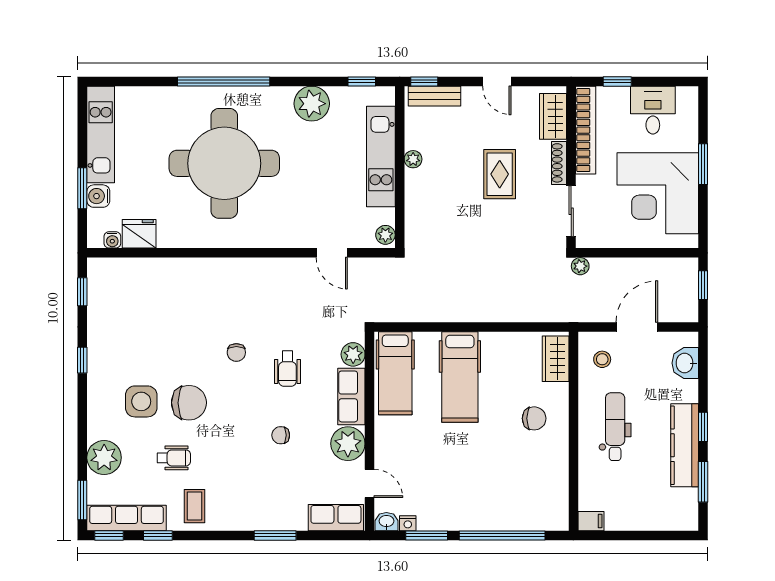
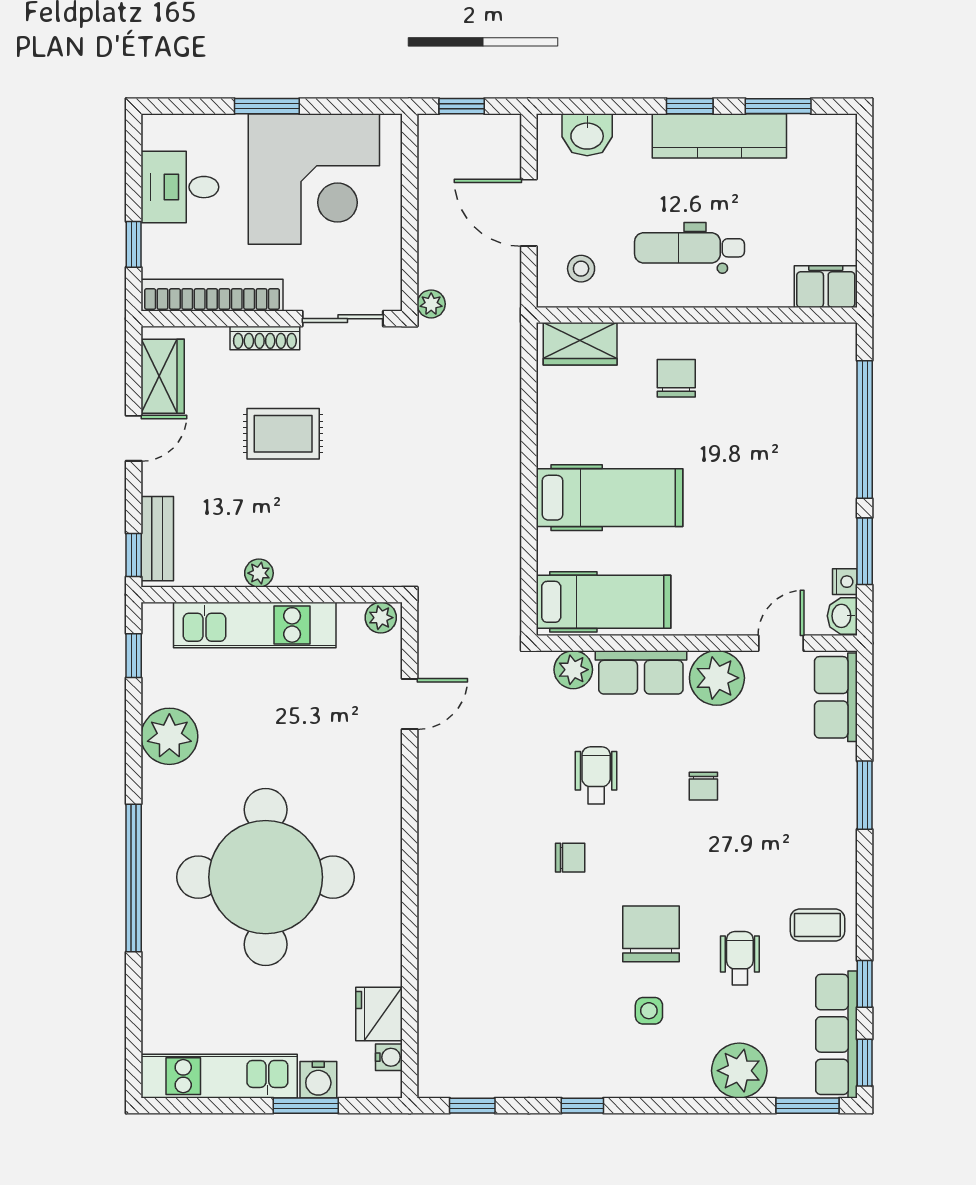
wardrobe: (553, 116) -> (163, 376), moved, turned -90
wheelchair: (287, 369) -> (596, 775), turned -90
side table: (141, 401) -> (649, 1011), width x0.54, depth x0.54
filing cabinet: (591, 521) -> (826, 287), width x2.00

